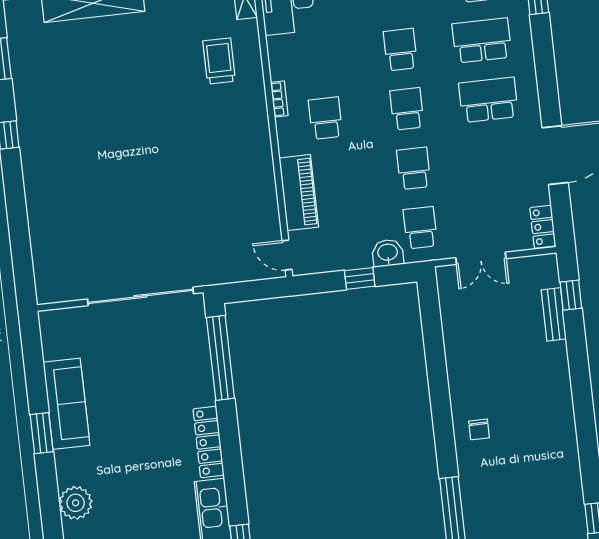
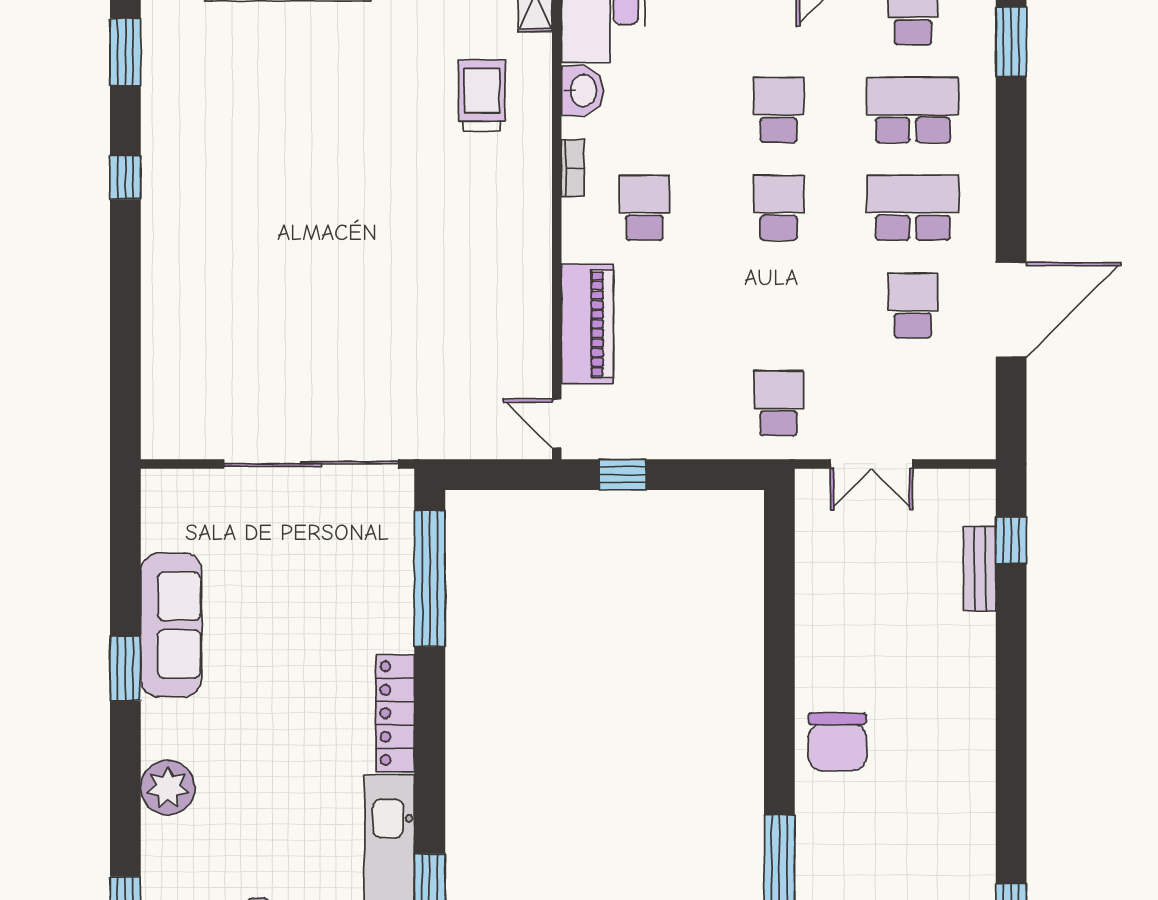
school desk: (414, 168) -> (913, 305), moved
locker: (543, 227) -> (978, 424), removed
washbasin: (388, 253) -> (582, 91), moved, turned 90
window: (360, 278) -> (623, 475), moved
chair: (479, 429) -> (837, 742), width x1.87, depth x1.87

